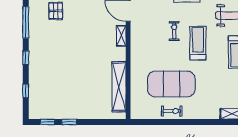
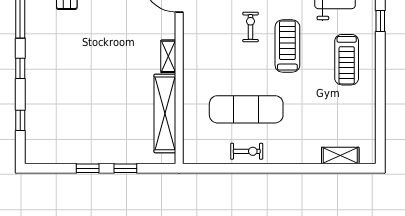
shelving: (121, 36) -> (168, 56), moved
exercise mat: (171, 84) -> (246, 109), width x0.68
window: (47, 122) -> (125, 168), moved

